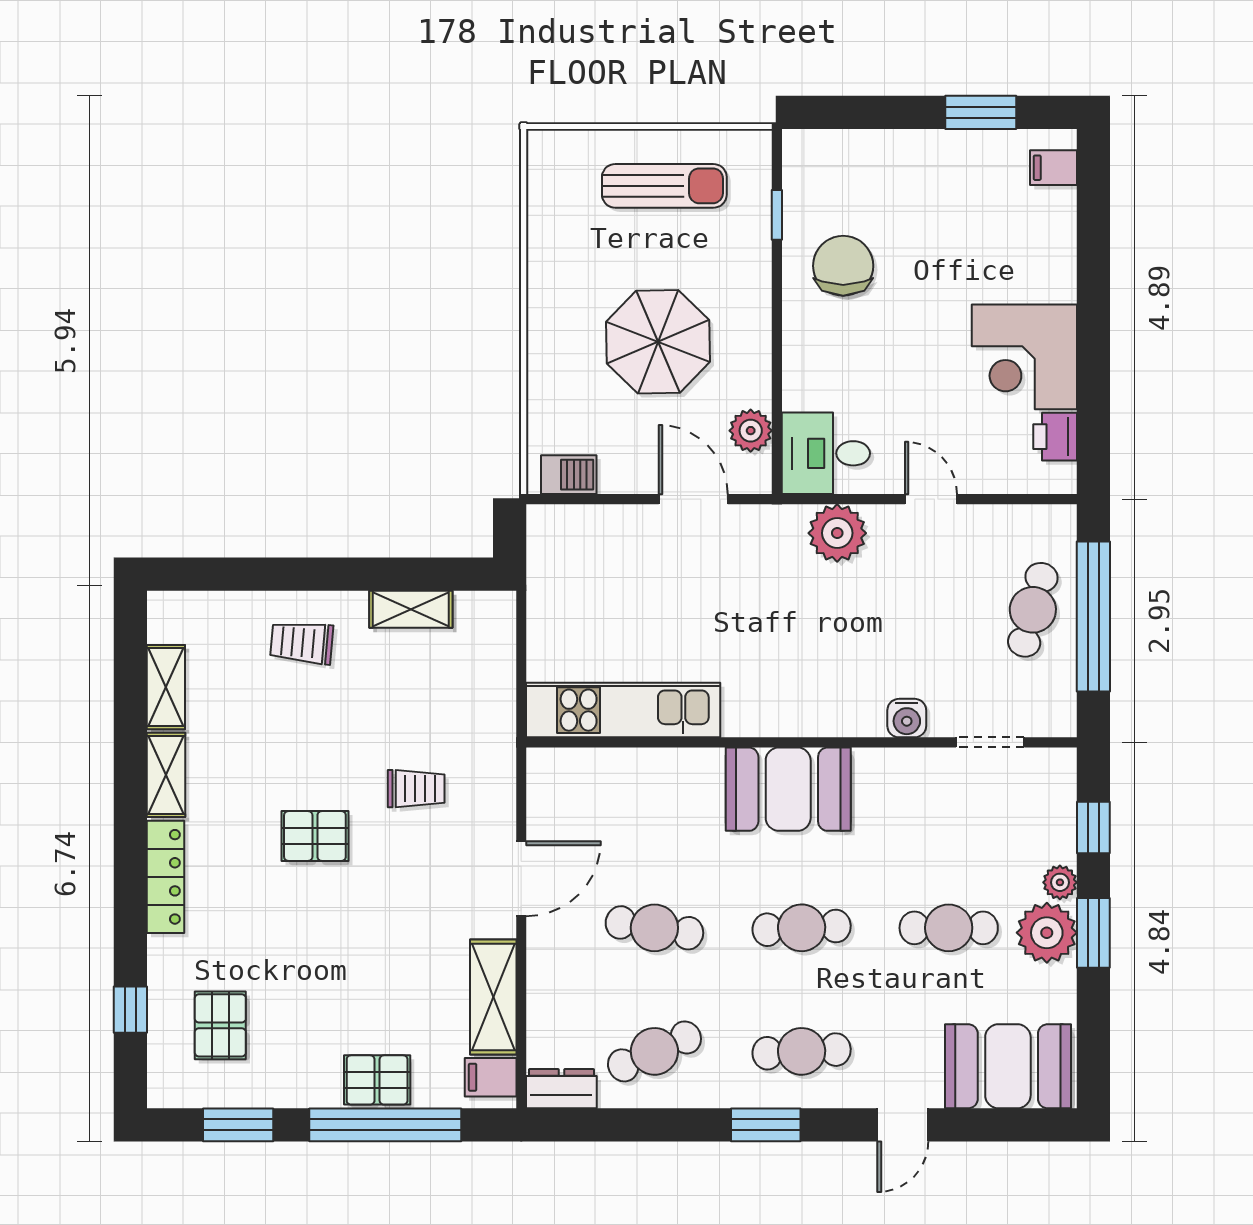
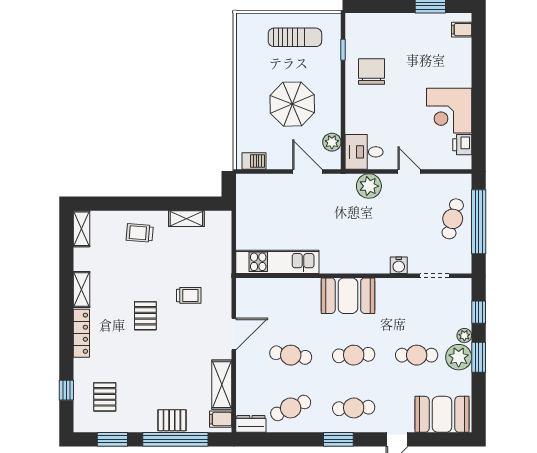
shelving: (166, 687) -> (82, 229), moved
pallet: (315, 836) -> (145, 316), turned 90

